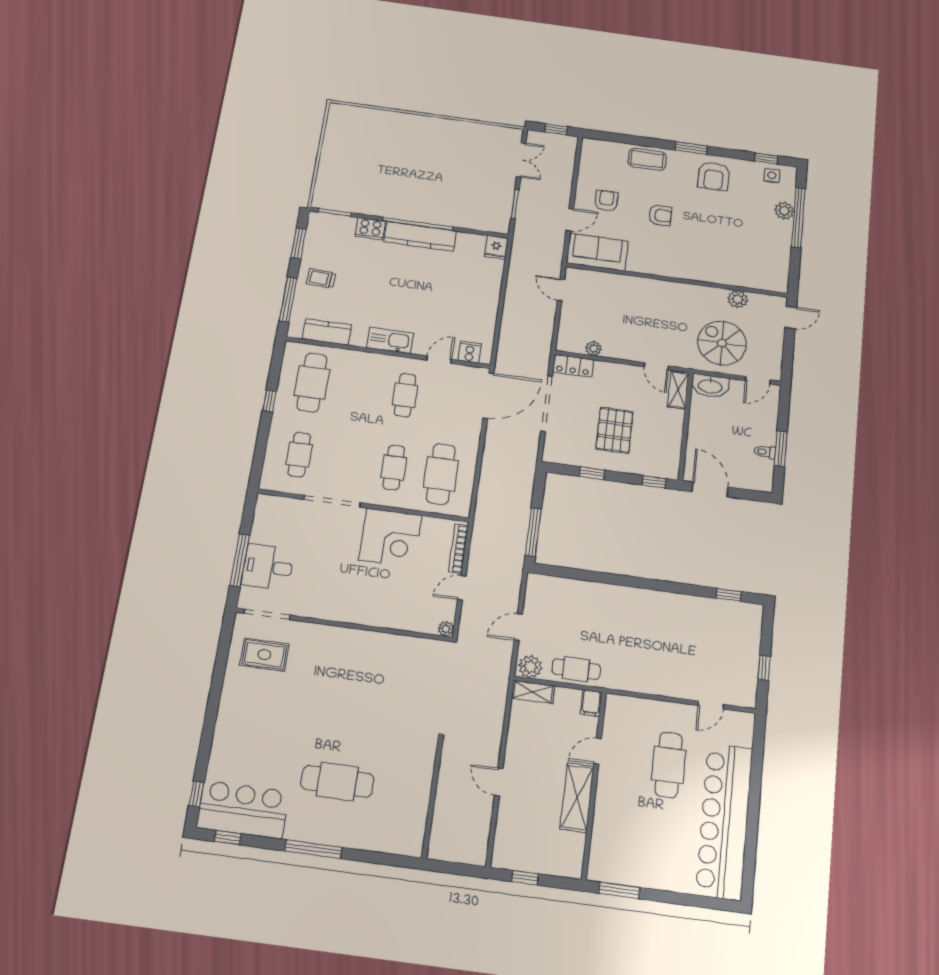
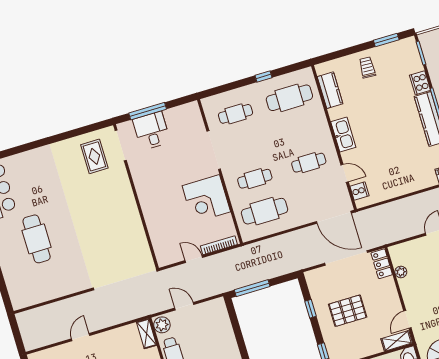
window: (288, 300) -> (341, 53), removed
plant: (446, 629) -> (162, 261), removed

